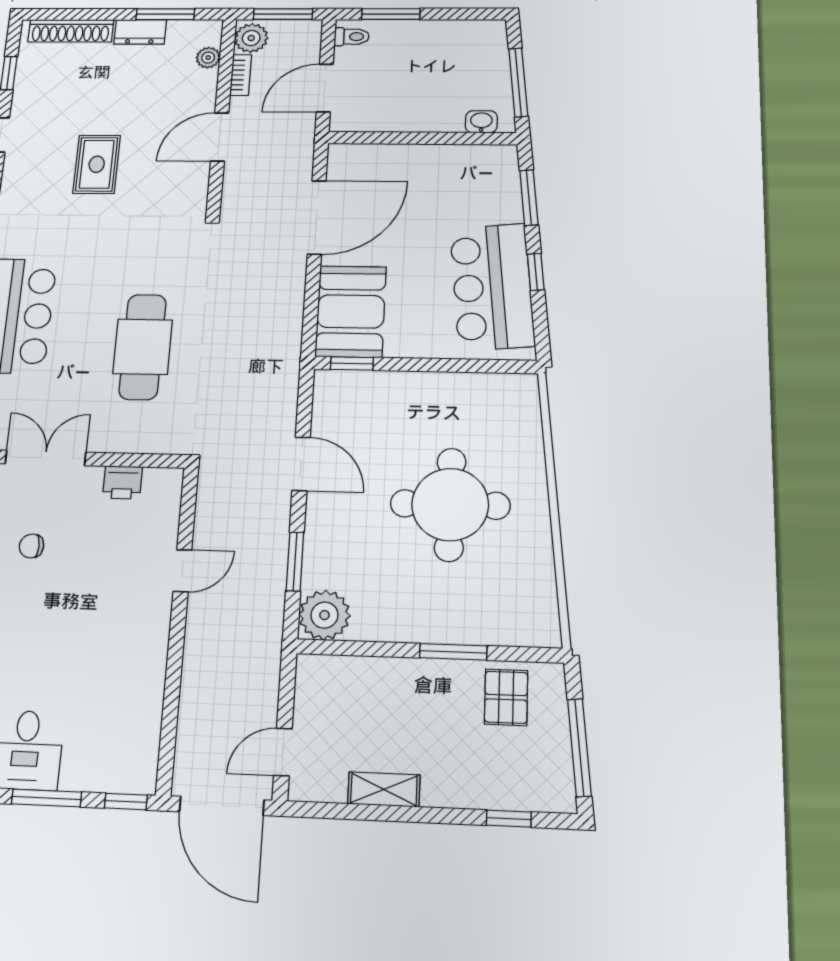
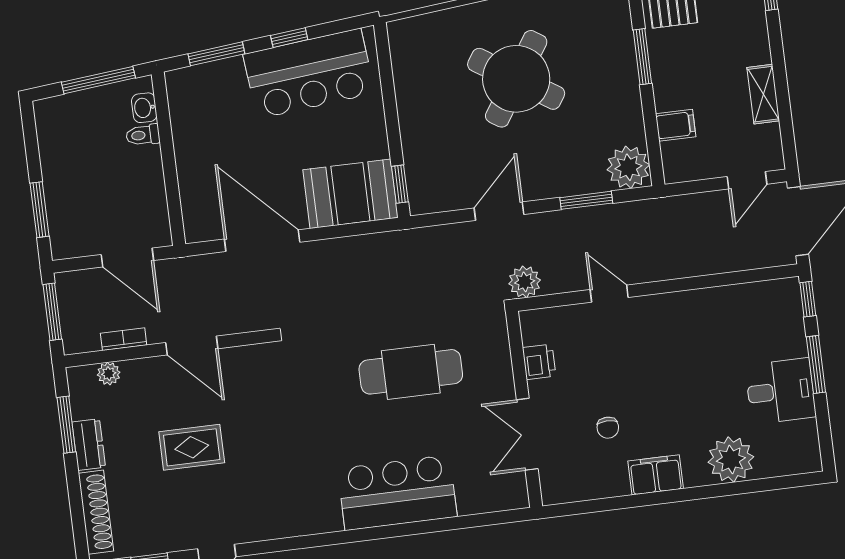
toilet: (352, 37) -> (143, 135), moved, turned -90
plant: (251, 38) -> (525, 282), moved
rug: (97, 164) -> (192, 447), moved
round table: (450, 505) -> (516, 79), turned 33
filing cabinet: (364, 678) -> (676, 125), added
door: (283, 752) -> (747, 180), hinge flipped

